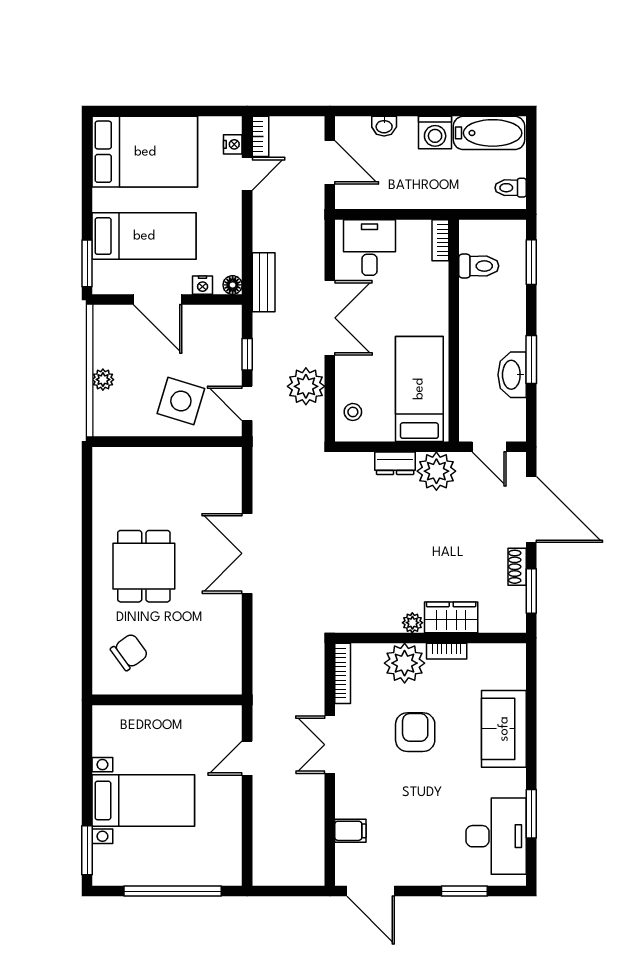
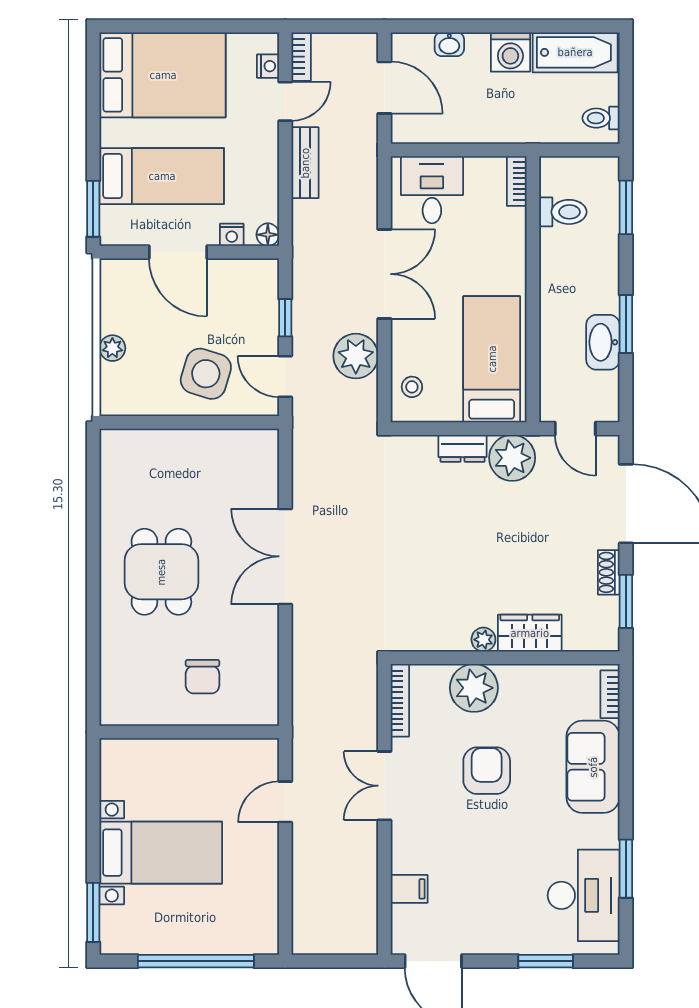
bench: (264, 282) -> (305, 163), moved
bookcase: (447, 651) -> (610, 694), moved, turned 90
chair: (129, 652) -> (202, 677), moved, turned 126

